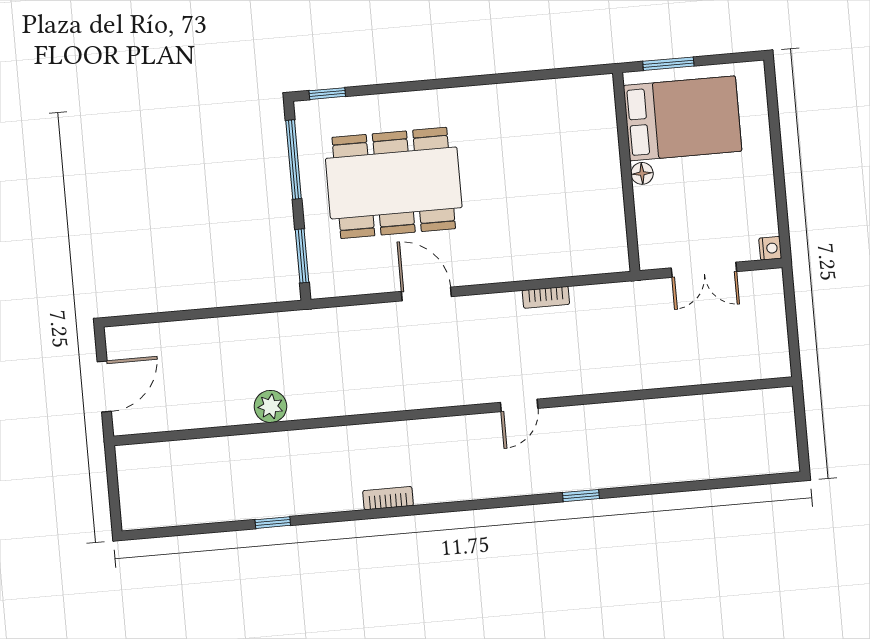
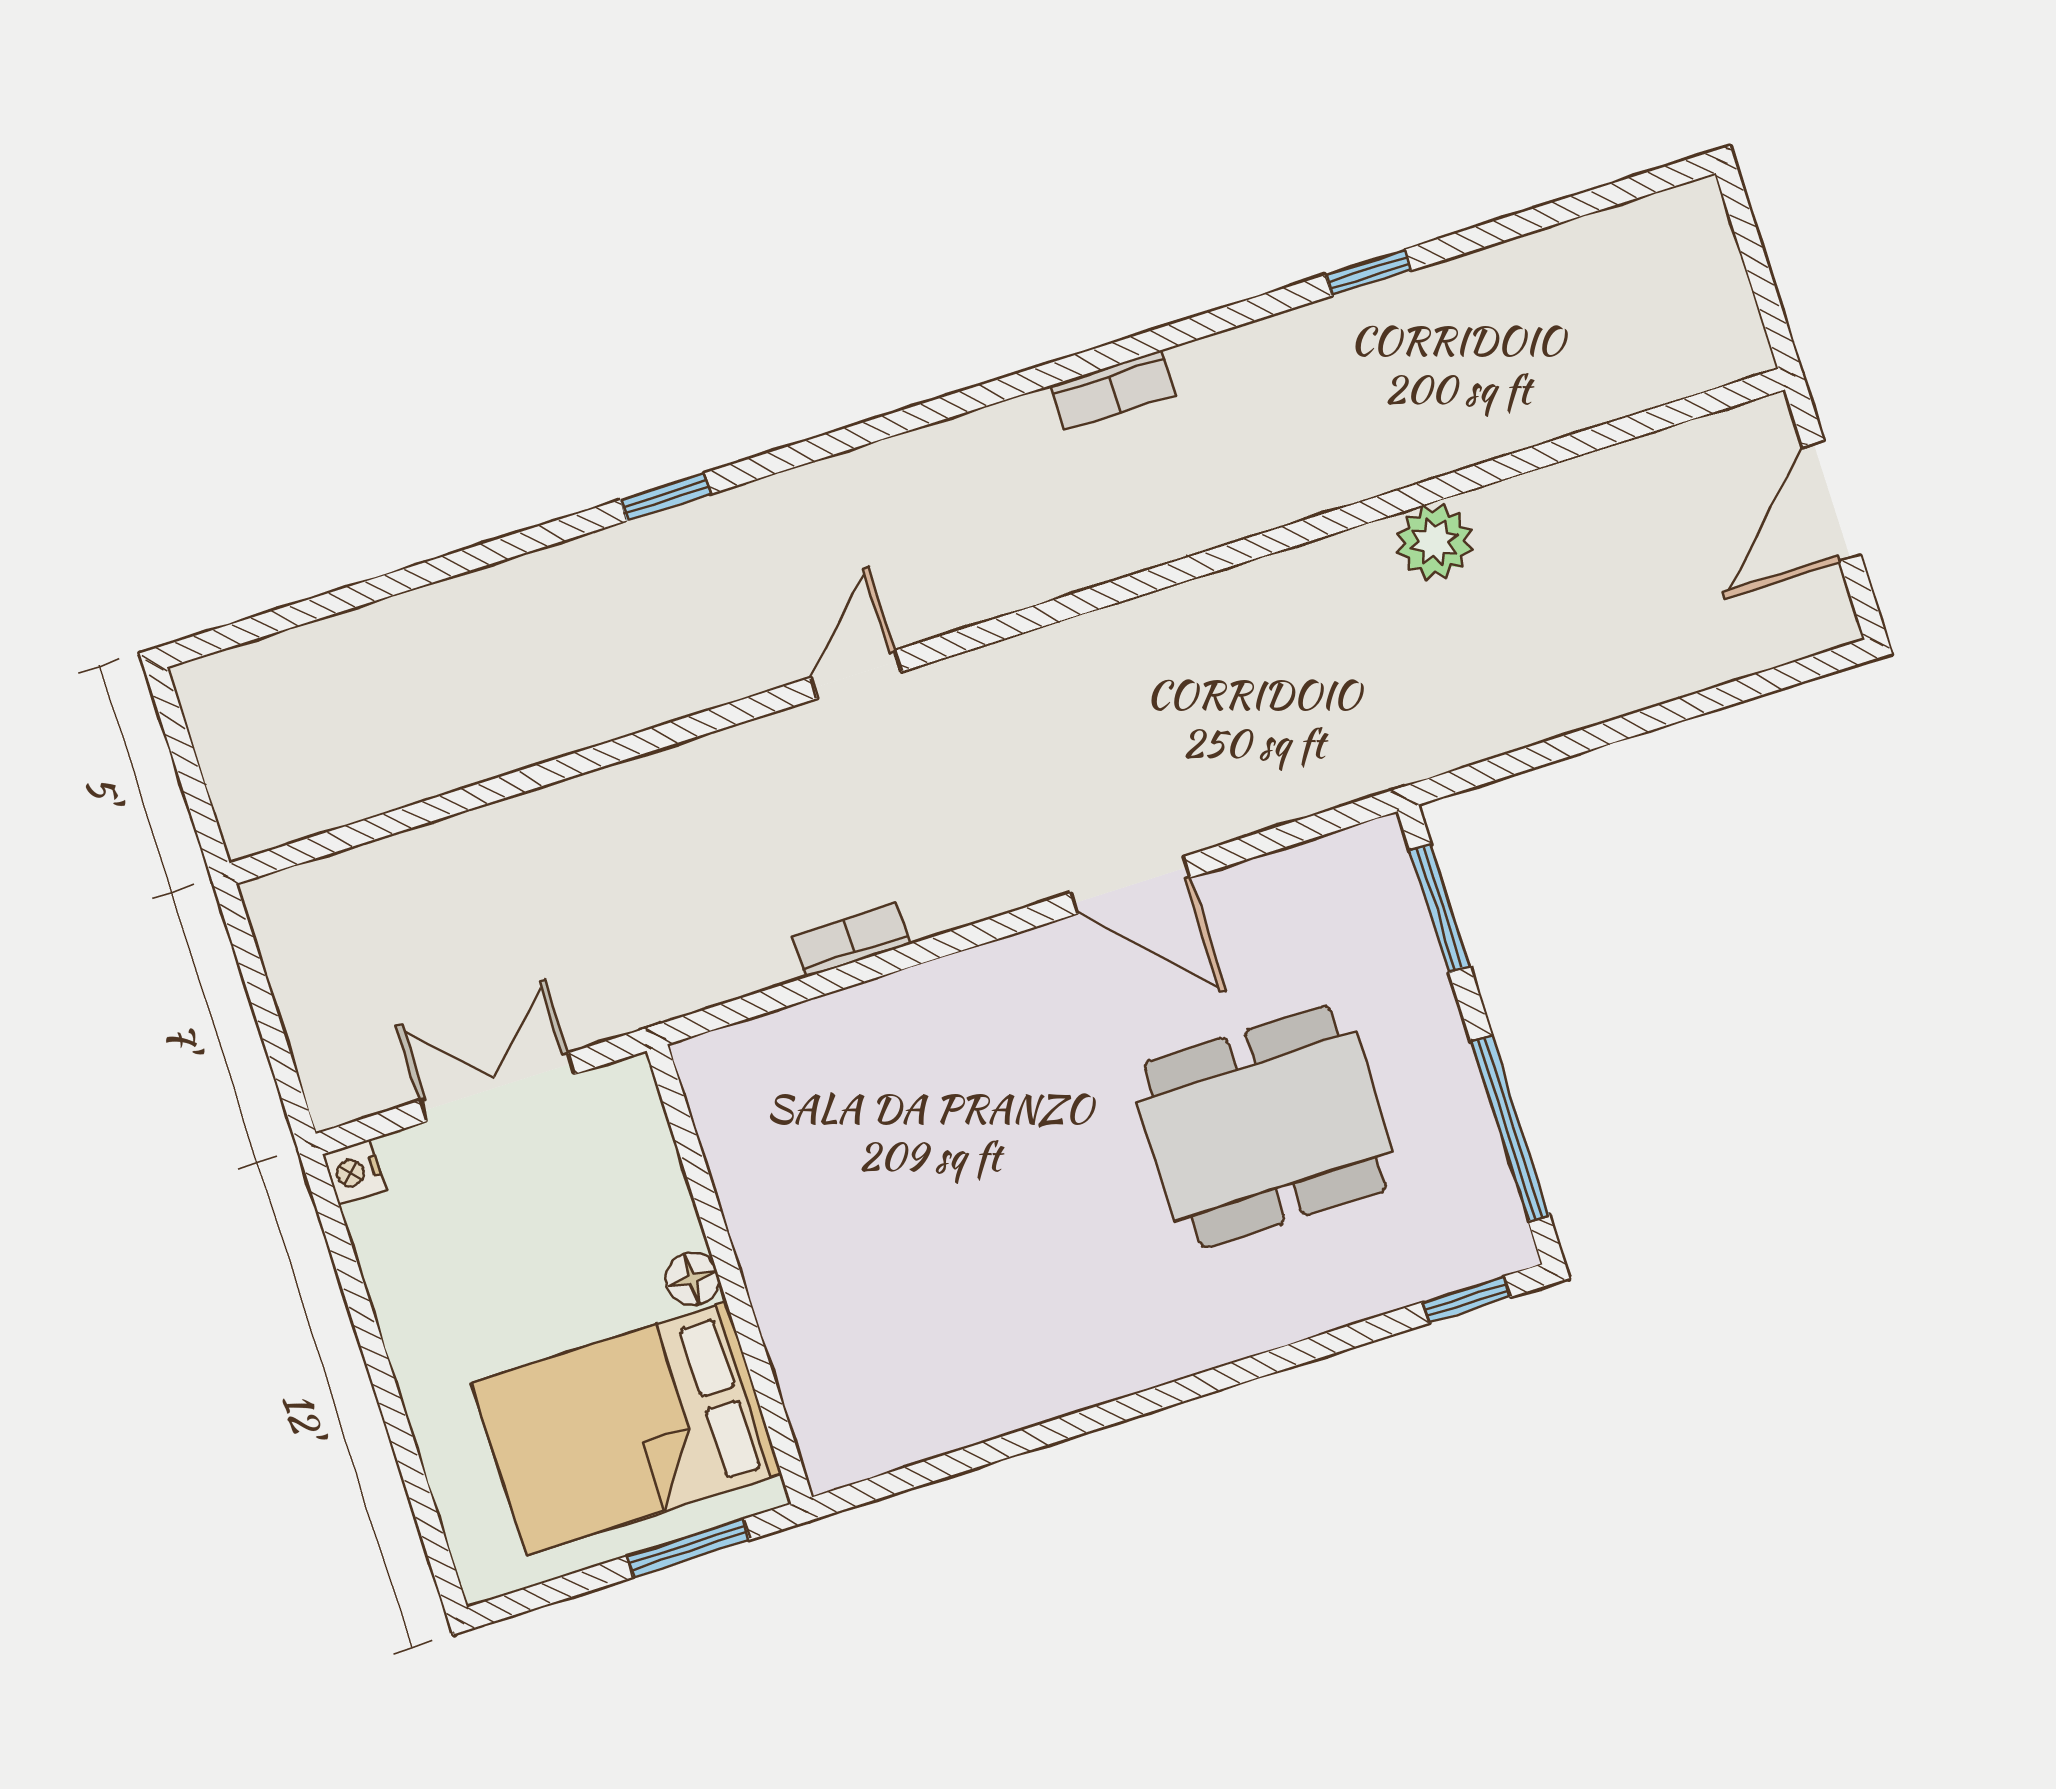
dining table: (394, 183) -> (1265, 1126), width x0.73, depth x0.80

